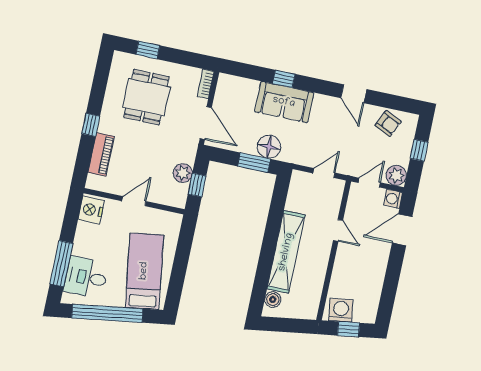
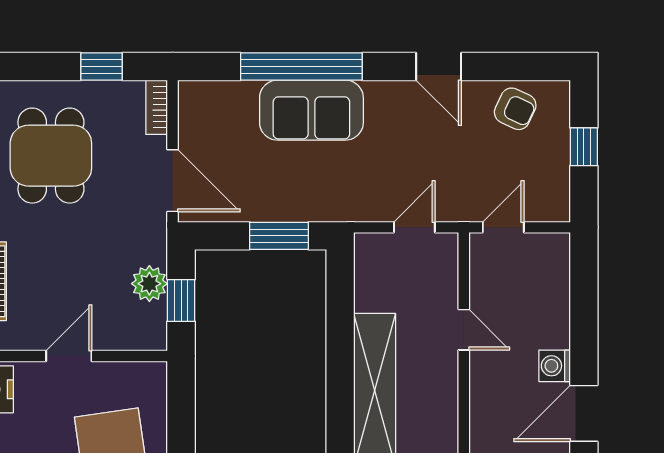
window: (148, 50) -> (102, 67), moved
window: (284, 79) -> (301, 67), width x3.17
floor lamp: (269, 147) -> (301, 200), removed
plant: (396, 175) -> (551, 203), removed
washing machine: (393, 199) -> (555, 366), moved
door: (402, 230) -> (584, 413), moved

